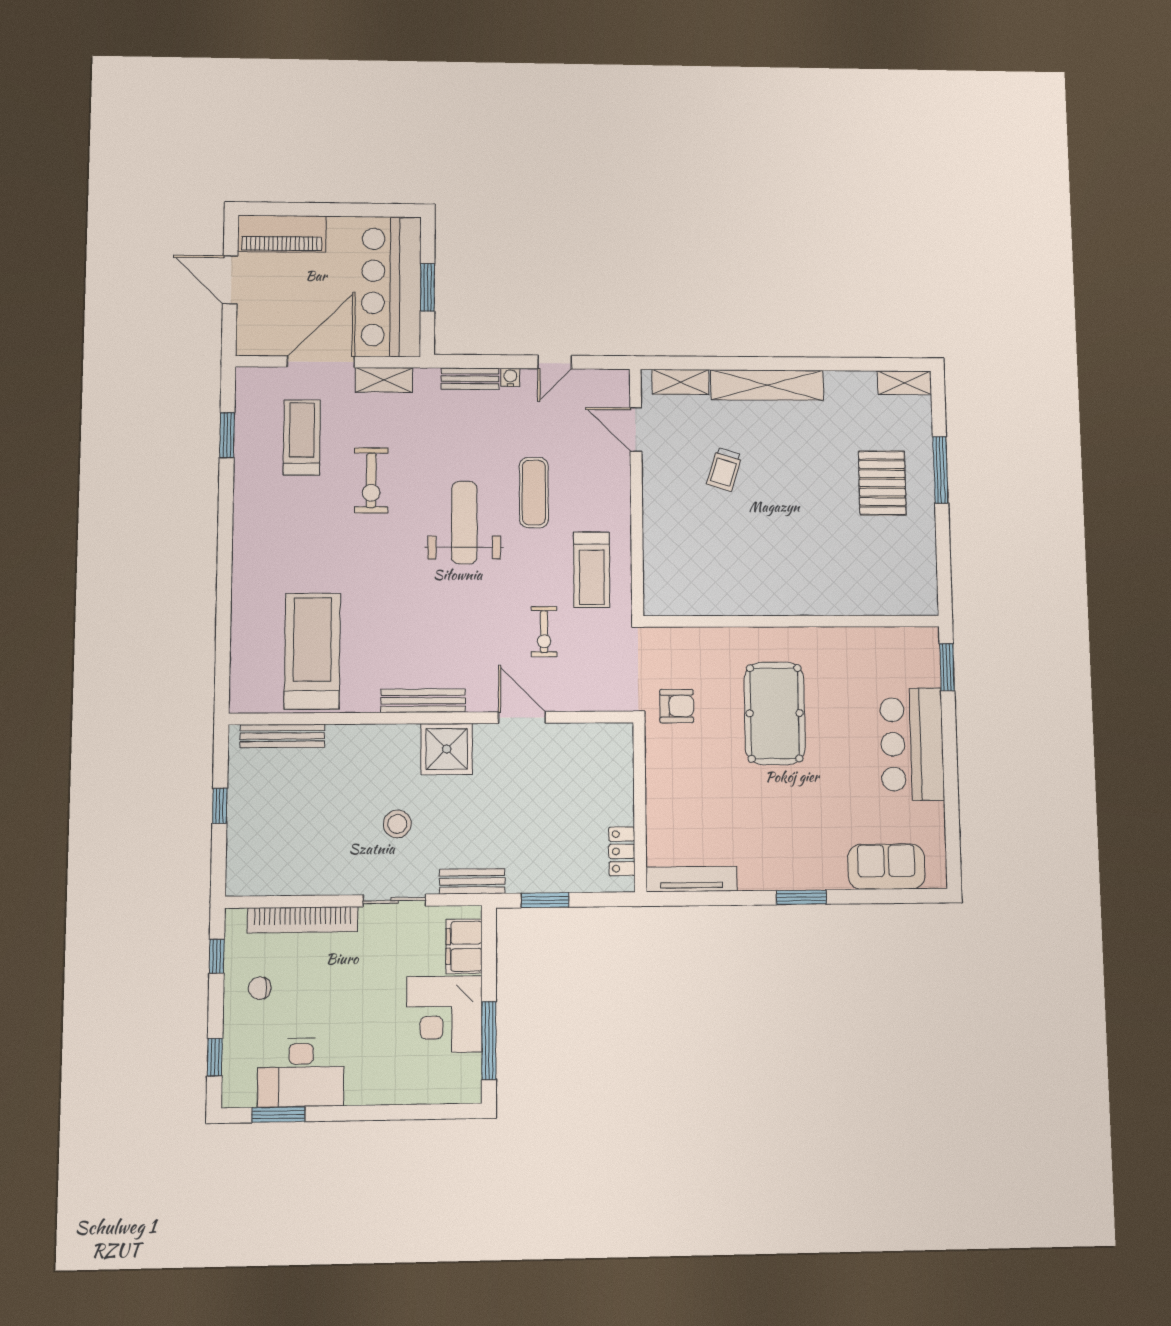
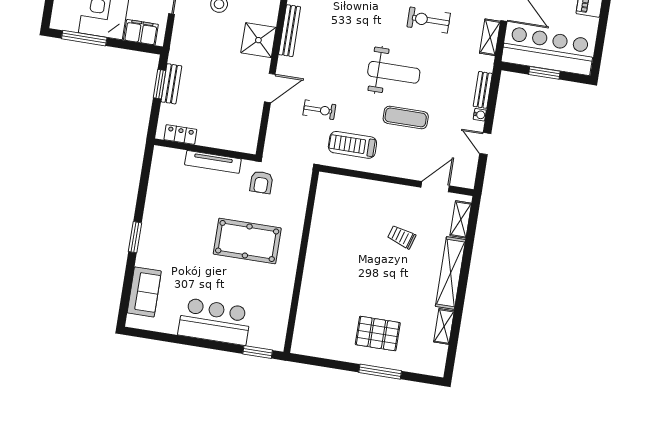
shelving: (904, 383) -> (444, 326), moved
exercise bike: (544, 632) -> (319, 110), turned 180
tv unit: (691, 879) -> (213, 162), moved, turned 90
bench: (472, 881) -> (171, 84), moved

